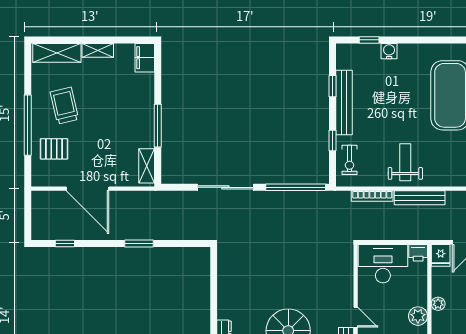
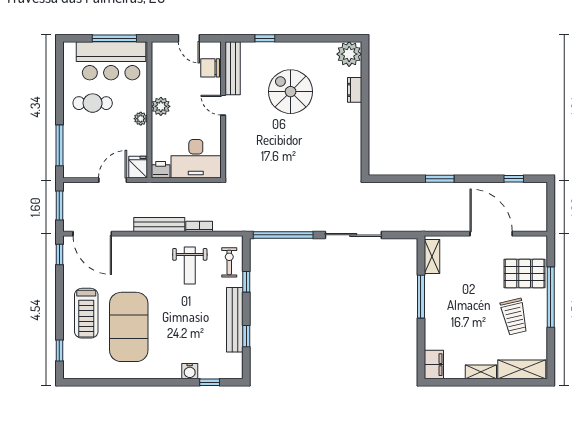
pallet: (54, 149) -> (525, 273), width x1.50, depth x1.42
weight bench: (405, 162) -> (190, 266), moved
bookcase: (372, 196) -> (199, 226), width x0.64

